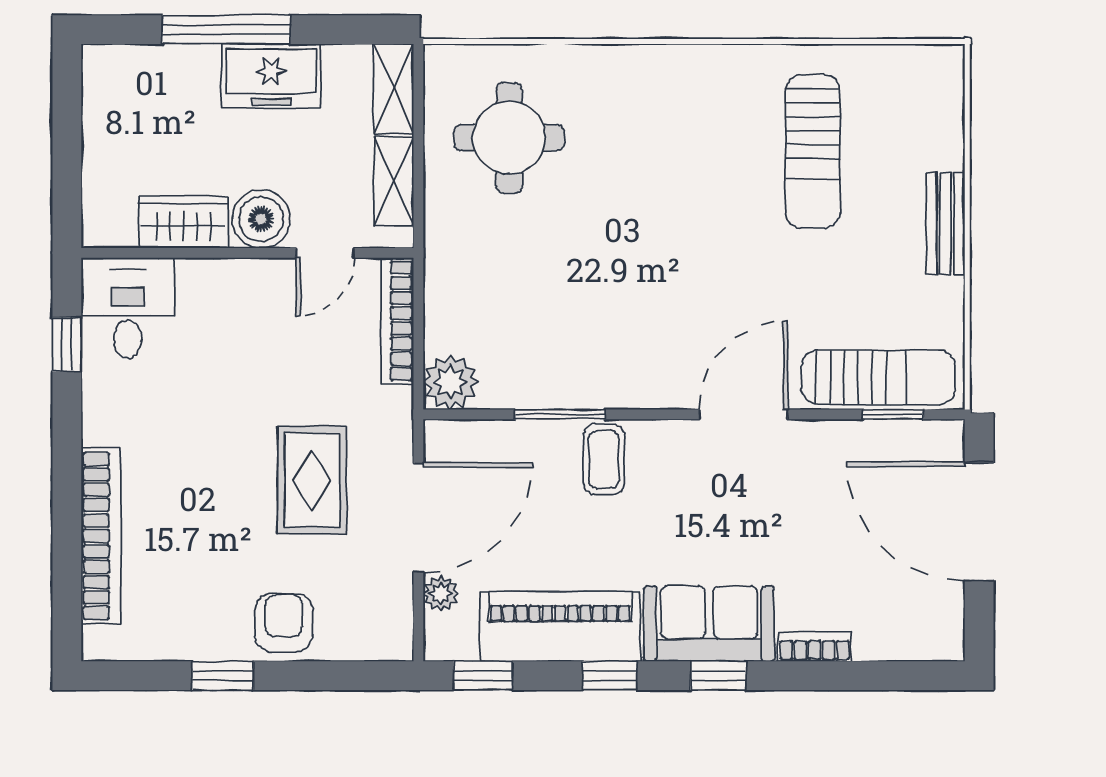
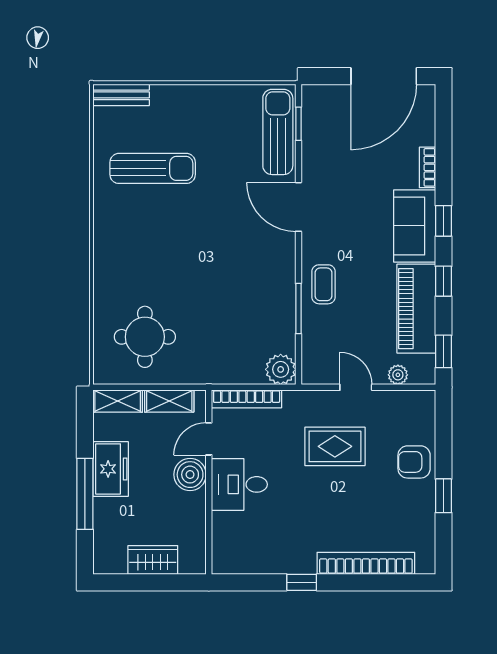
wardrobe: (183, 222) -> (153, 560), moved, turned 90
bench: (945, 224) -> (121, 95), moved
door: (325, 253) -> (209, 439), swing flipped
desk: (128, 308) -> (239, 484), moved
window: (67, 345) -> (302, 582), moved
coffee table: (604, 460) -> (324, 284), turned 90
door: (418, 518) -> (356, 387), width x0.53
door: (979, 521) -> (384, 76), moved

